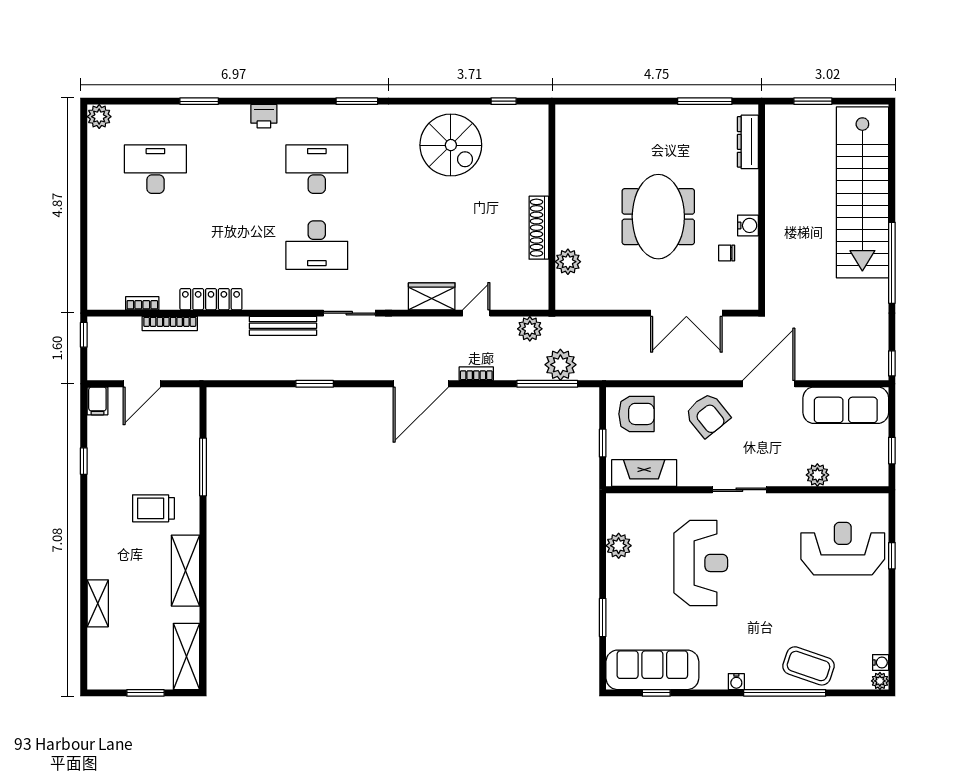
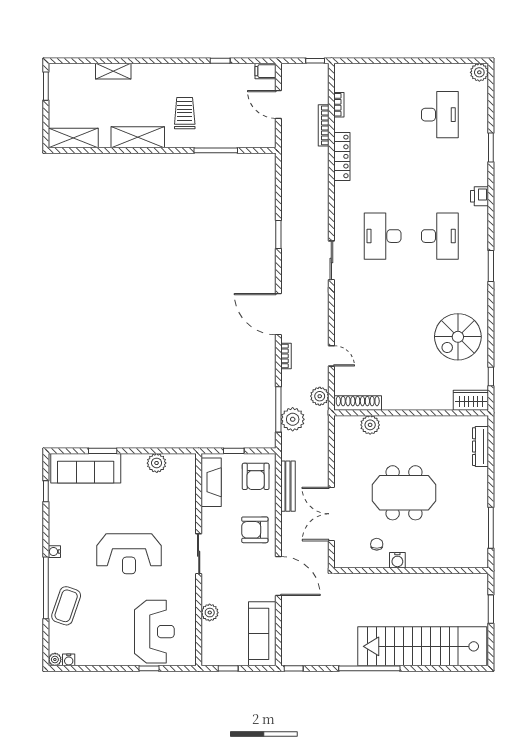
dresser: (748, 142) -> (481, 447), moved, turned -90
shoe rack: (539, 228) -> (358, 403), moved
wardrobe: (432, 296) -> (471, 400), moved, turned -90
bench: (283, 326) -> (288, 486), moved
armchair: (707, 415) -> (255, 530), turned 39
reception desk: (701, 563) -> (129, 554), moved
sofa: (652, 670) -> (86, 468), moved, turned 90
window: (145, 693) -> (46, 86), moved

